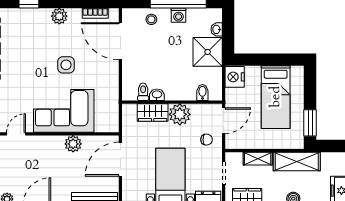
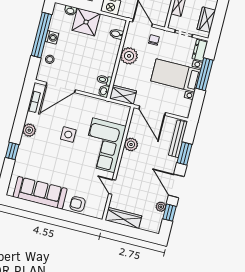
washbasin: (157, 95) -> (104, 91), moved
wardrobe: (153, 112) -> (123, 95), moved, turned -90

